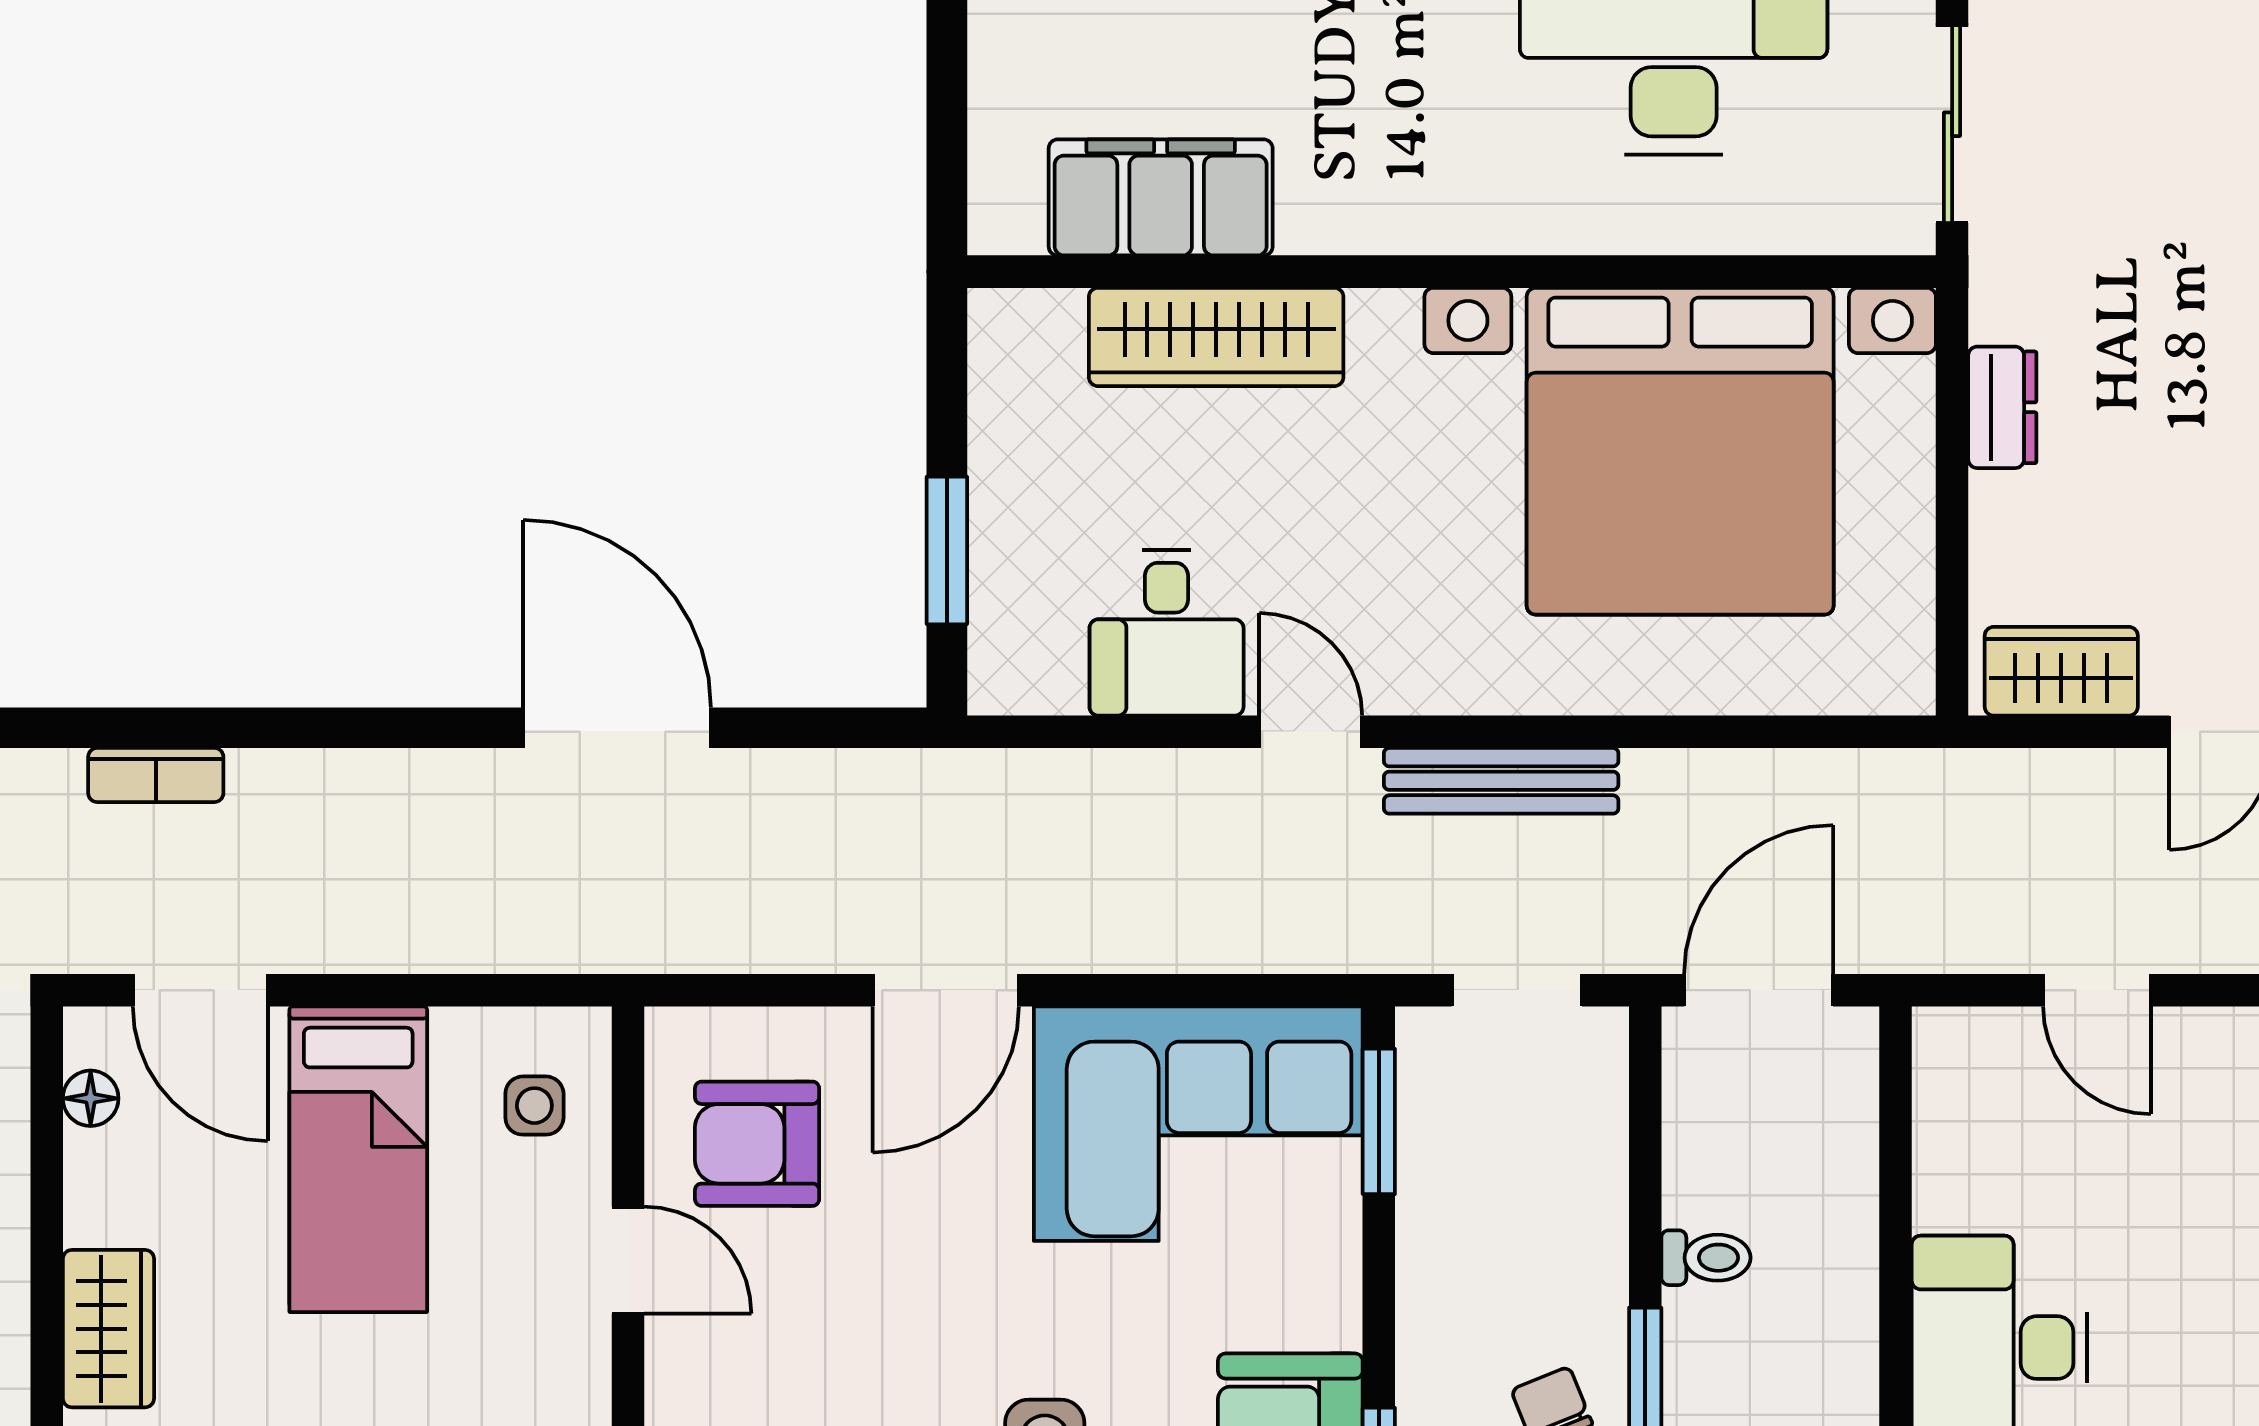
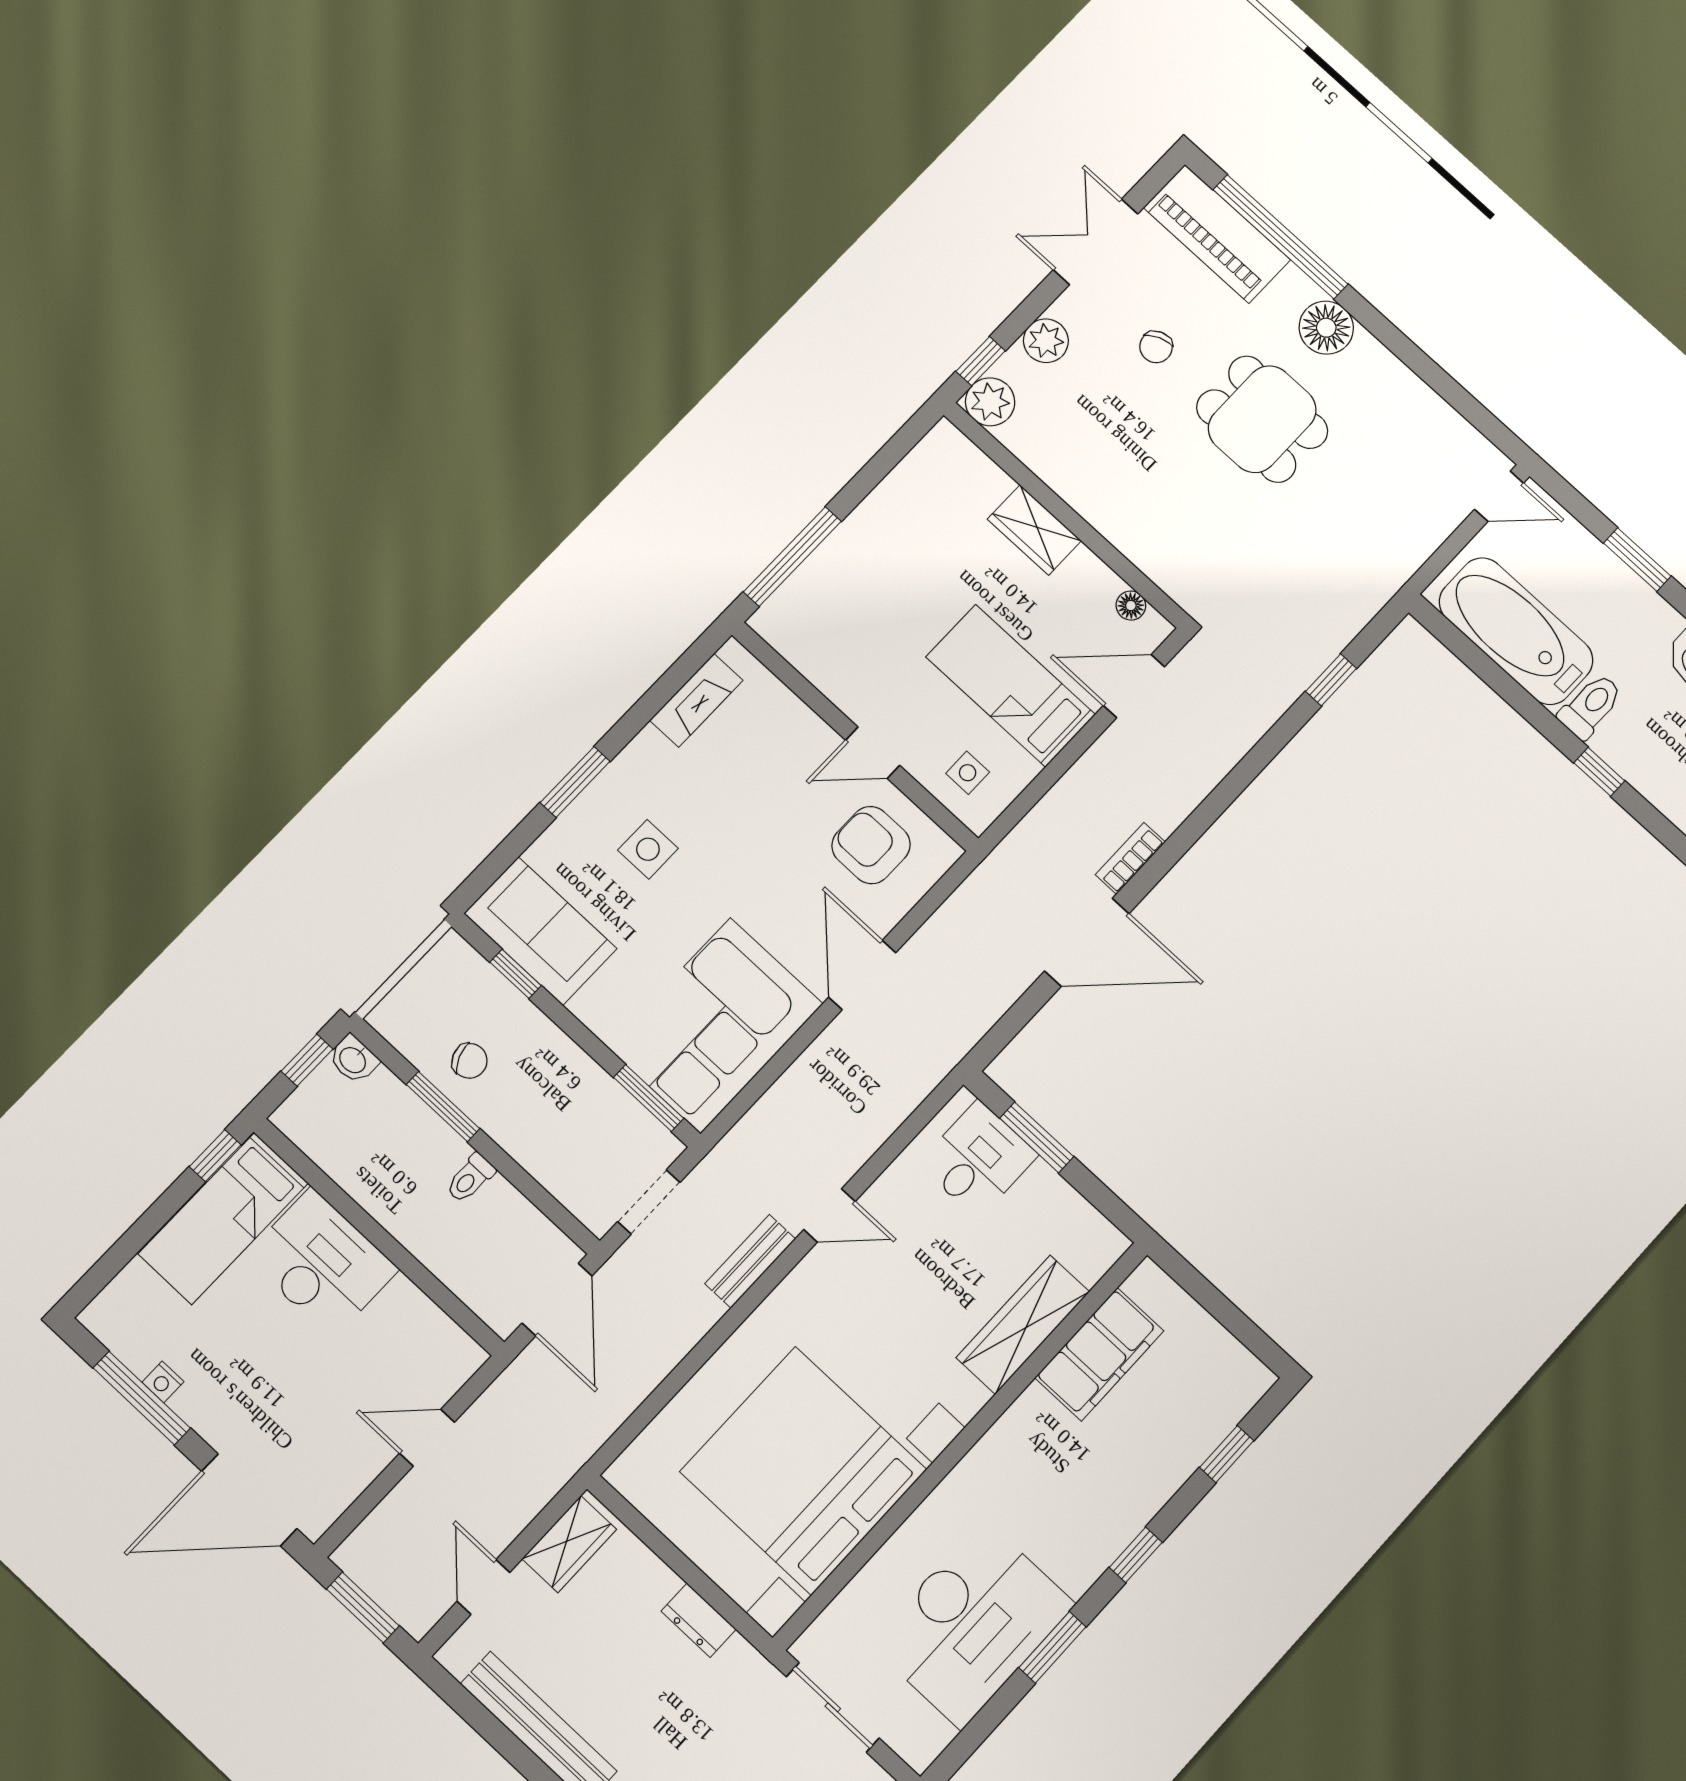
desk: (1167, 633) -> (978, 1159), moved, turned 90
bookcase: (156, 775) -> (1130, 858), moved
bench: (1501, 781) -> (750, 1261), width x0.73
armchair: (757, 1144) -> (871, 845), turned -90

